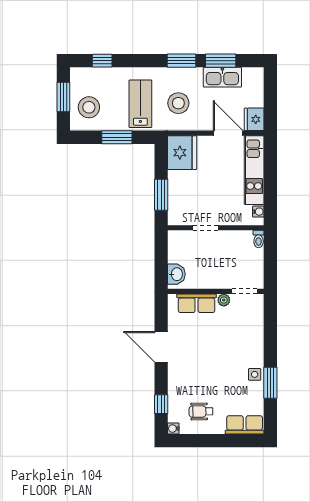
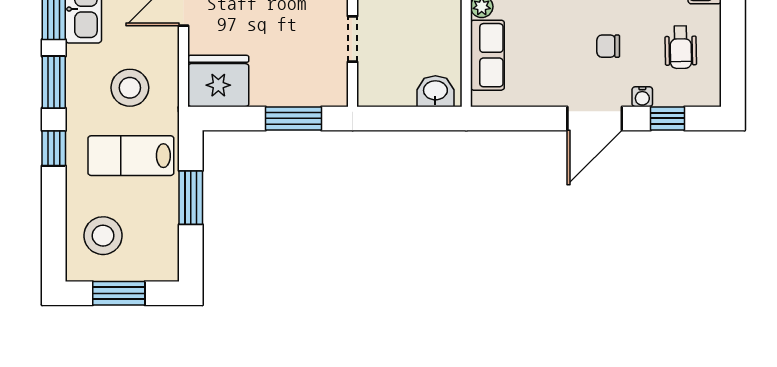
window: (102, 61) -> (54, 148), moved
stool: (89, 107) -> (103, 236), moved
door: (161, 347) -> (595, 118), moved
chair: (202, 371) -> (608, 46), added
water cooler: (173, 428) -> (642, 97), moved

